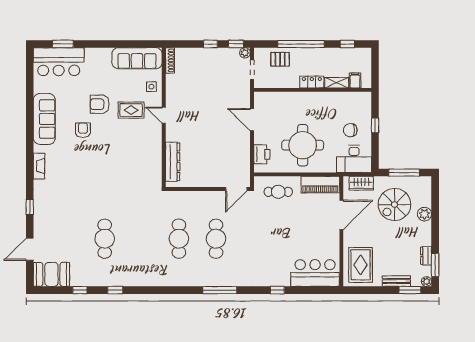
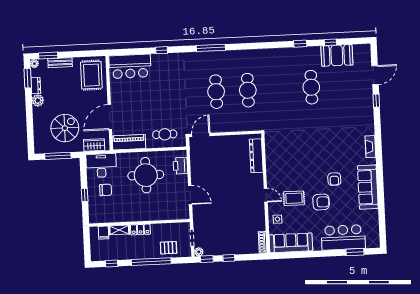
bar counter: (59, 62) -> (343, 237), moved
window: (30, 207) -> (376, 101), moved
plant: (424, 214) -> (38, 100), moved
booth: (51, 274) -> (337, 55), moved

